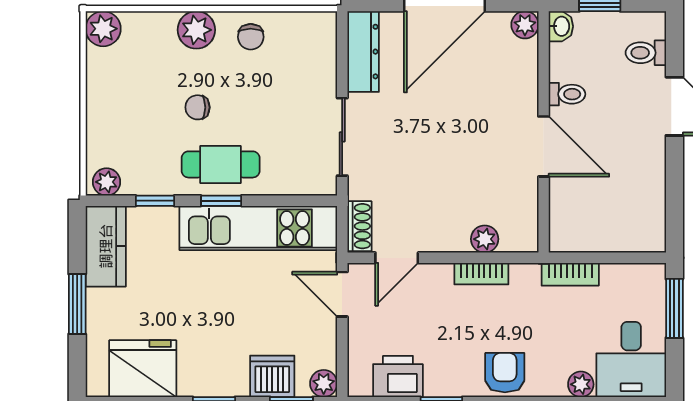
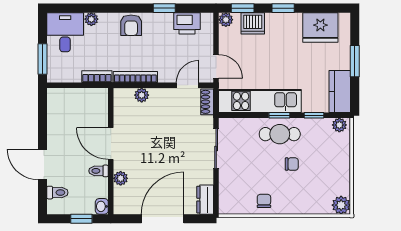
plant: (525, 25) -> (121, 178), moved
plant: (196, 30) -> (292, 204), removed
dresser: (363, 52) -> (205, 200), width x0.70
bookcase: (481, 274) -> (135, 77), width x1.56

